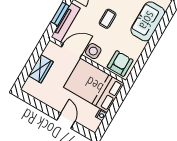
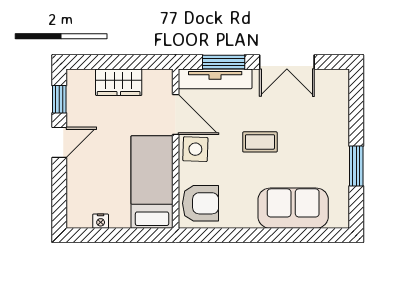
bed: (94, 85) -> (152, 182), width x0.67
window: (32, 101) -> (59, 99), added
door: (66, 121) -> (59, 142), moved

